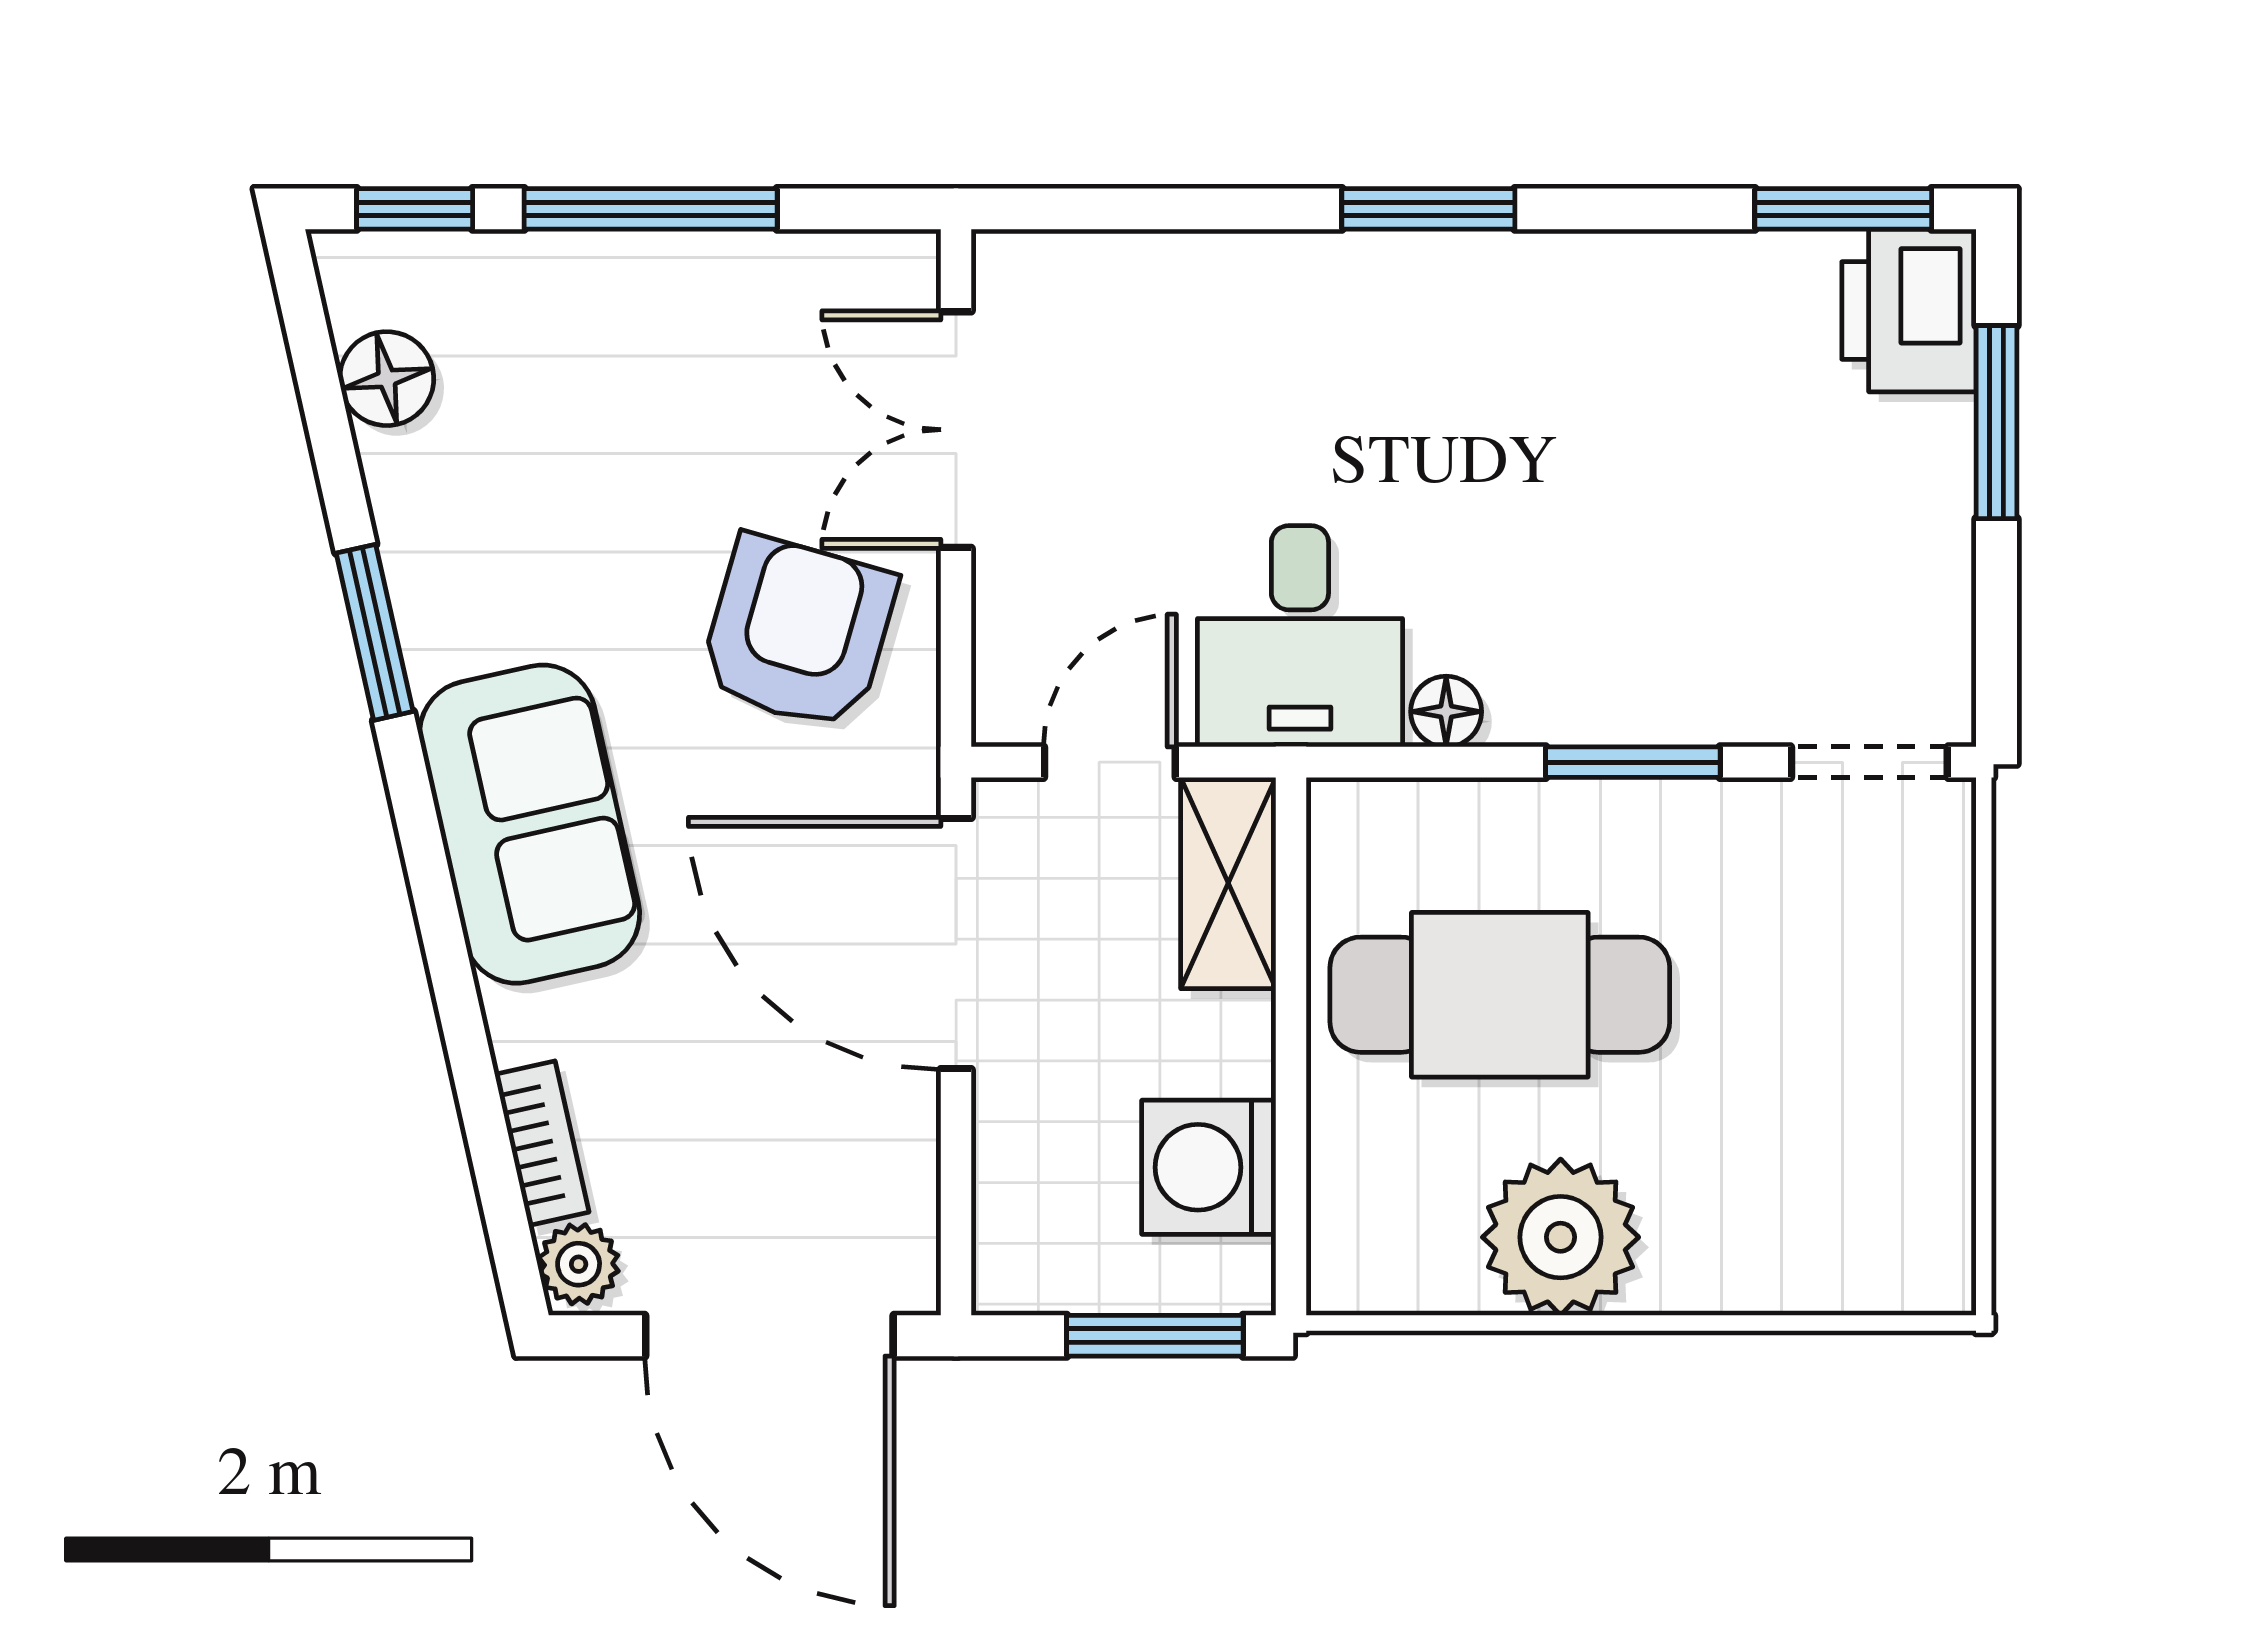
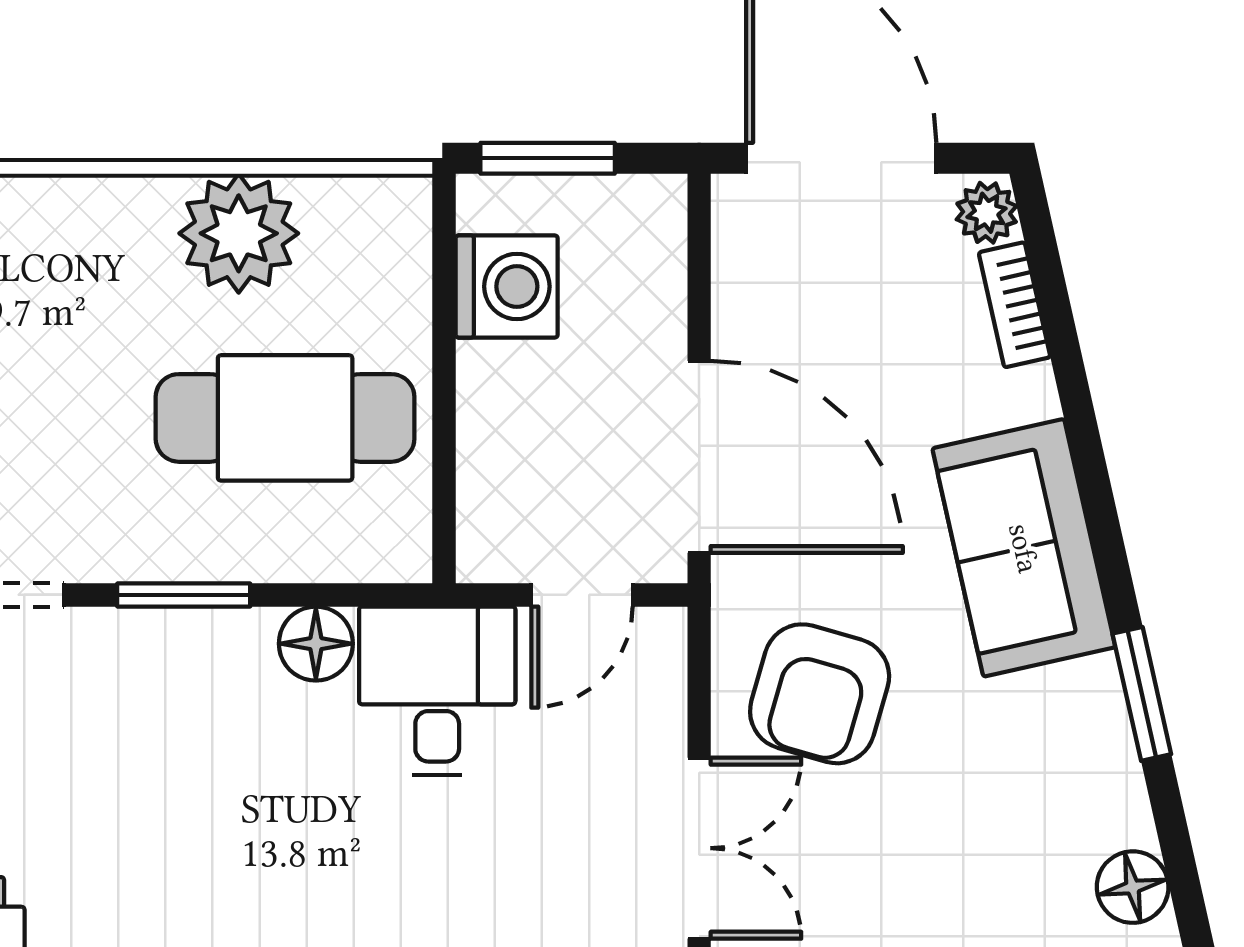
floor lamp: (1446, 712) -> (316, 644), width x1.37, depth x1.37
shelving: (1228, 883) -> (492, 503), removed

